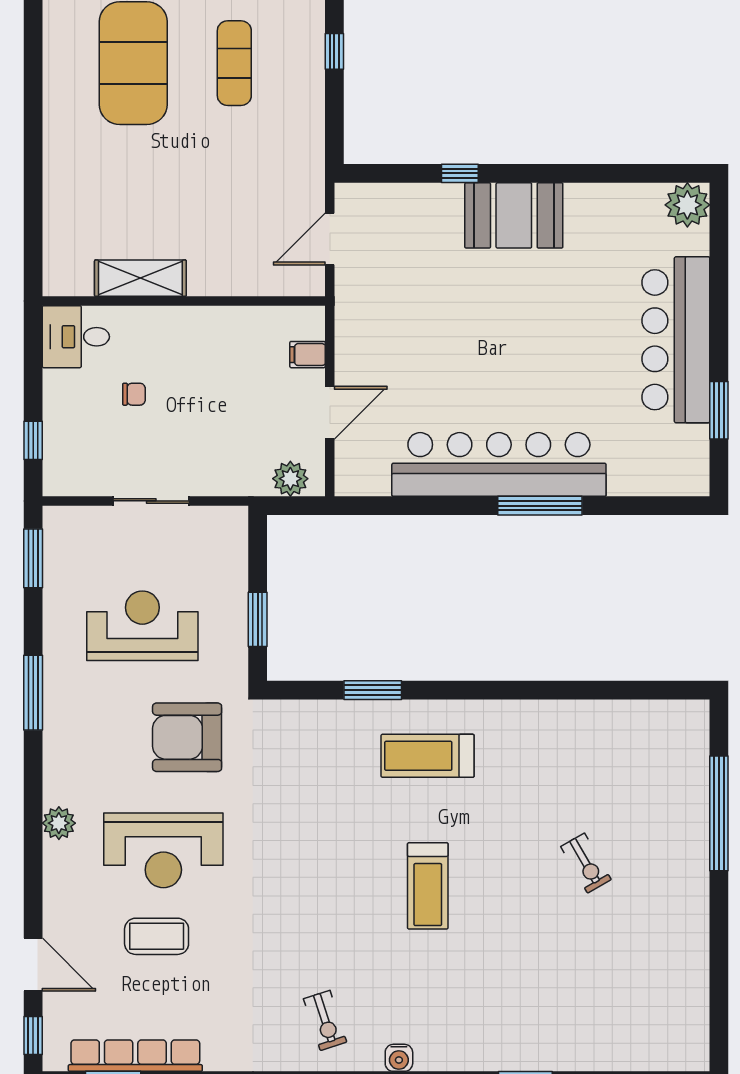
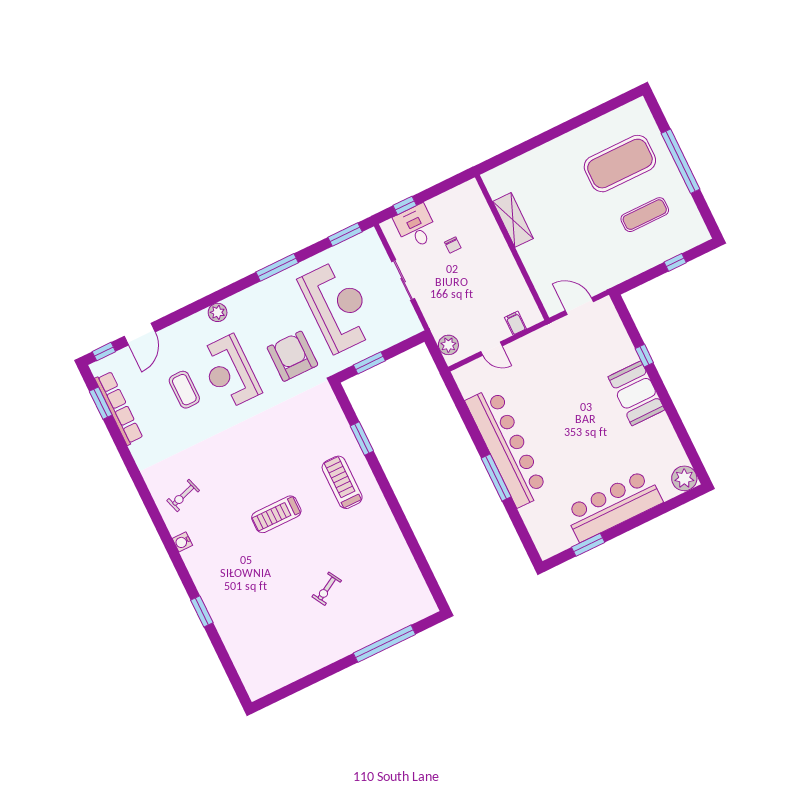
desk: (76, 337) -> (416, 227), moved
door: (330, 413) -> (491, 349), width x0.73
reception desk: (142, 626) -> (338, 306), width x1.36, depth x1.30

